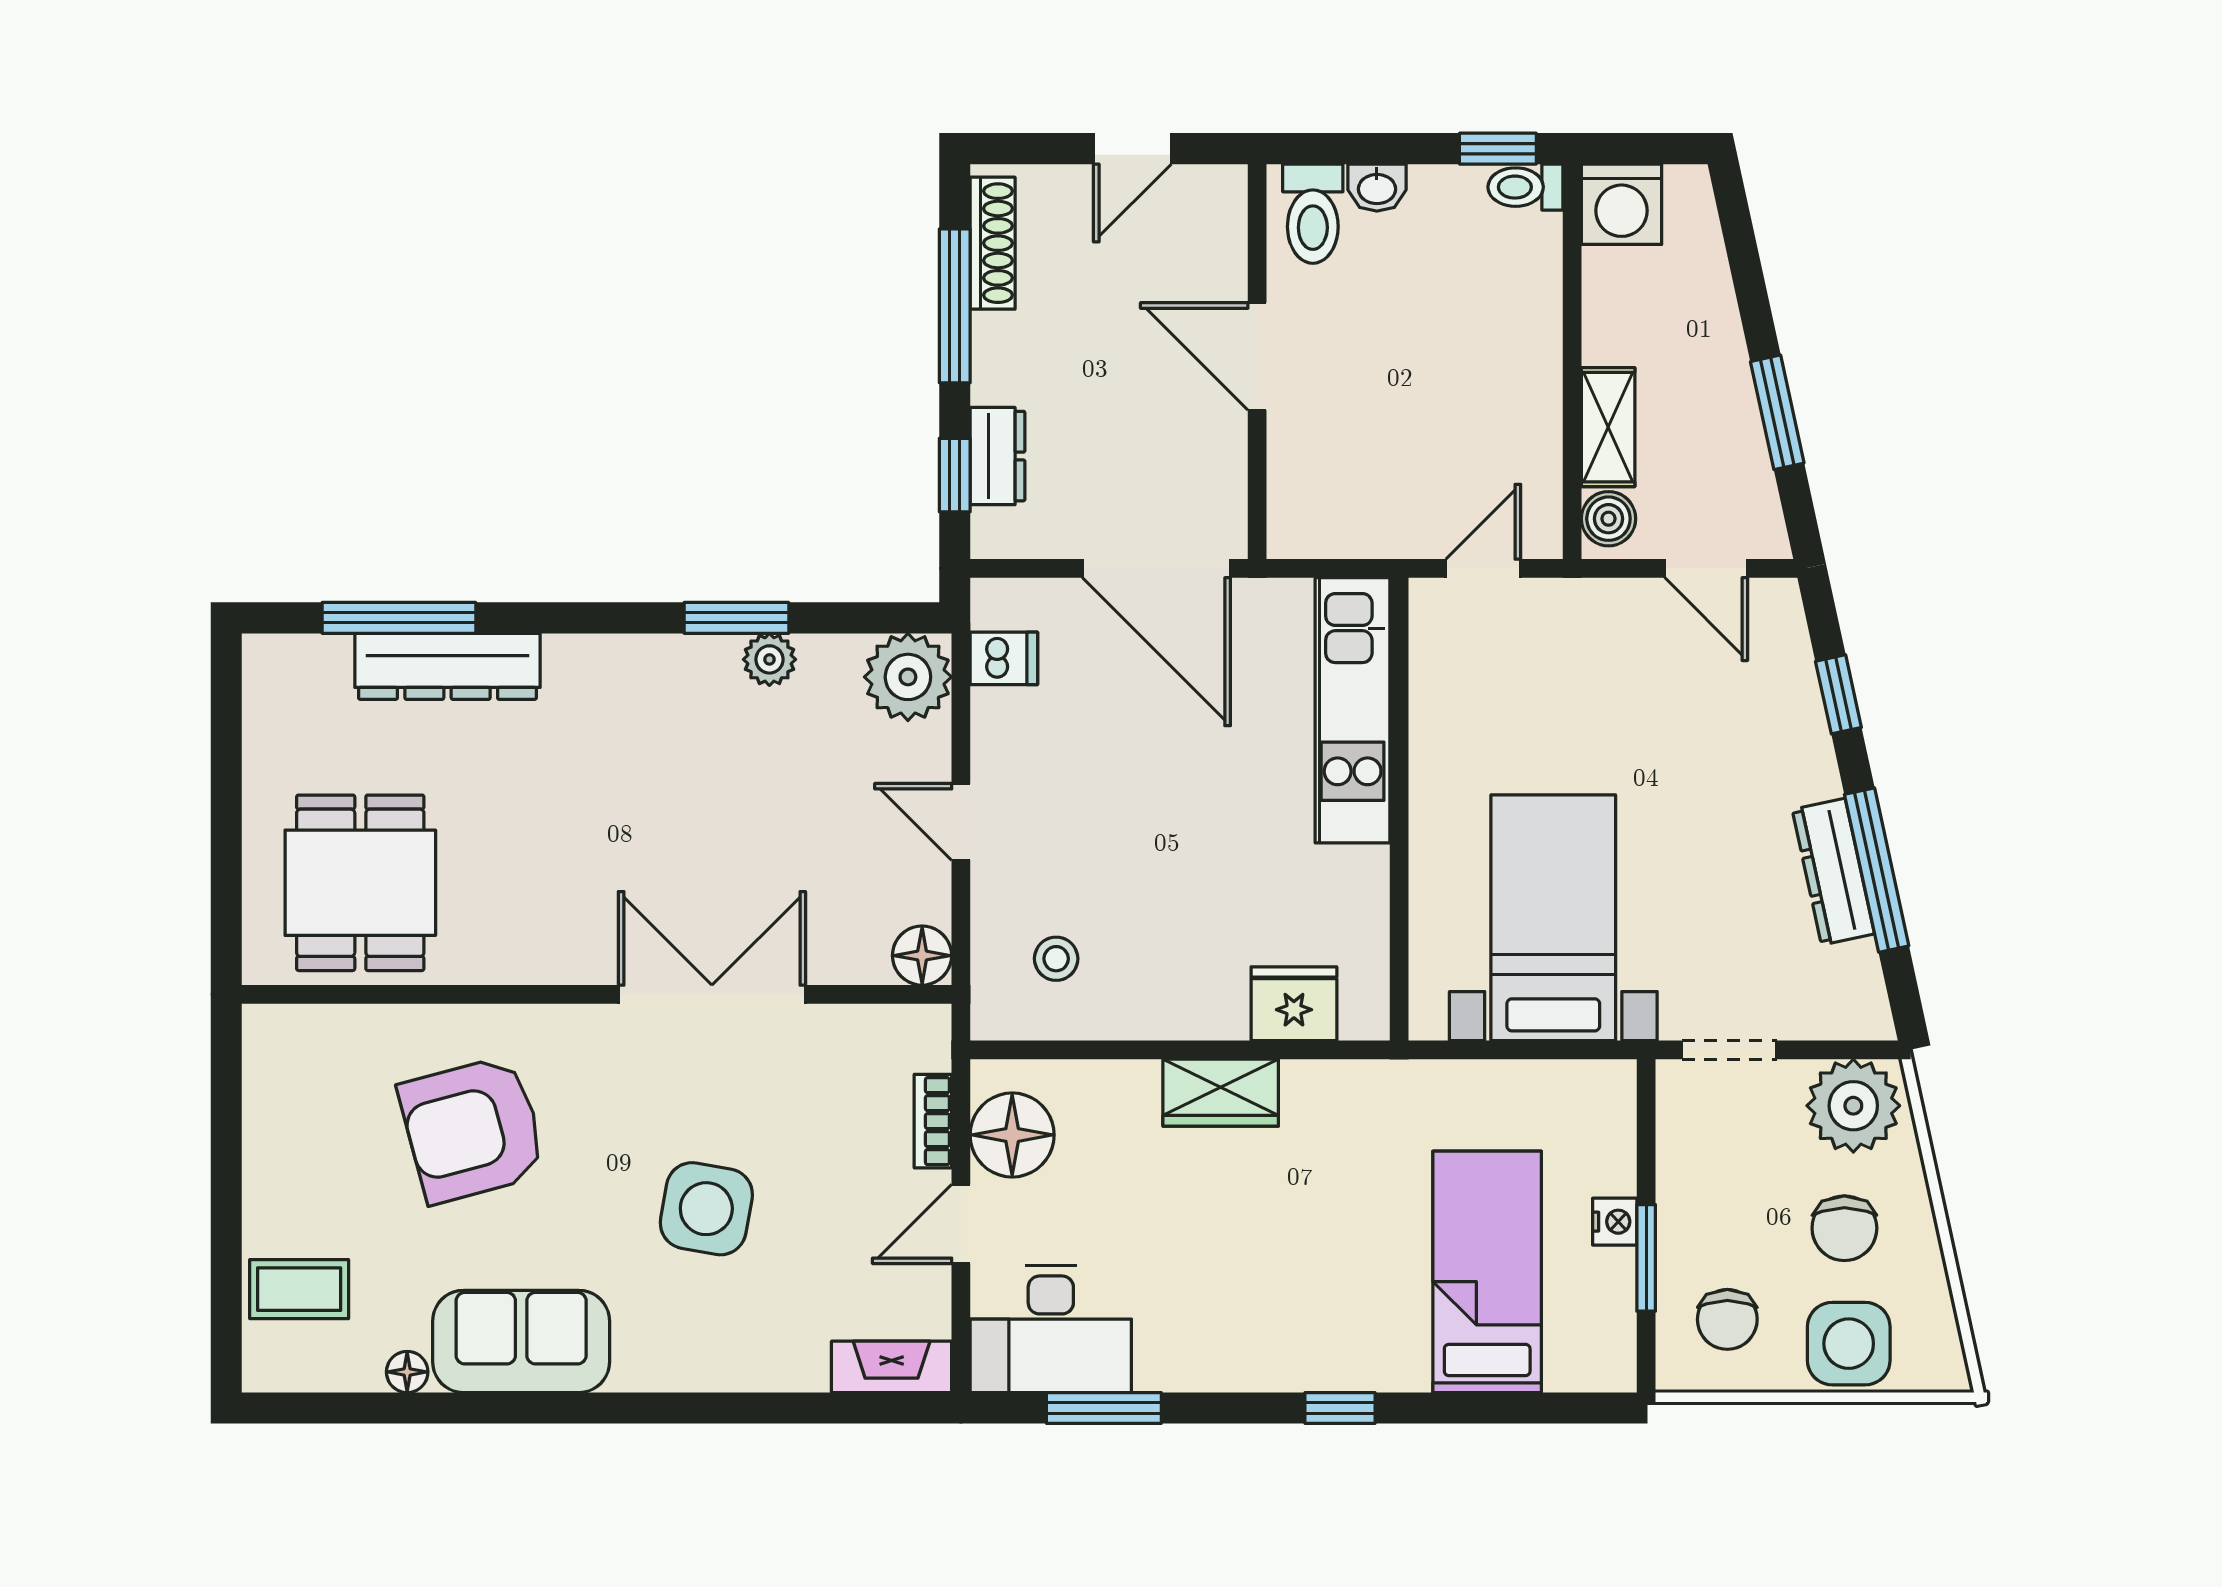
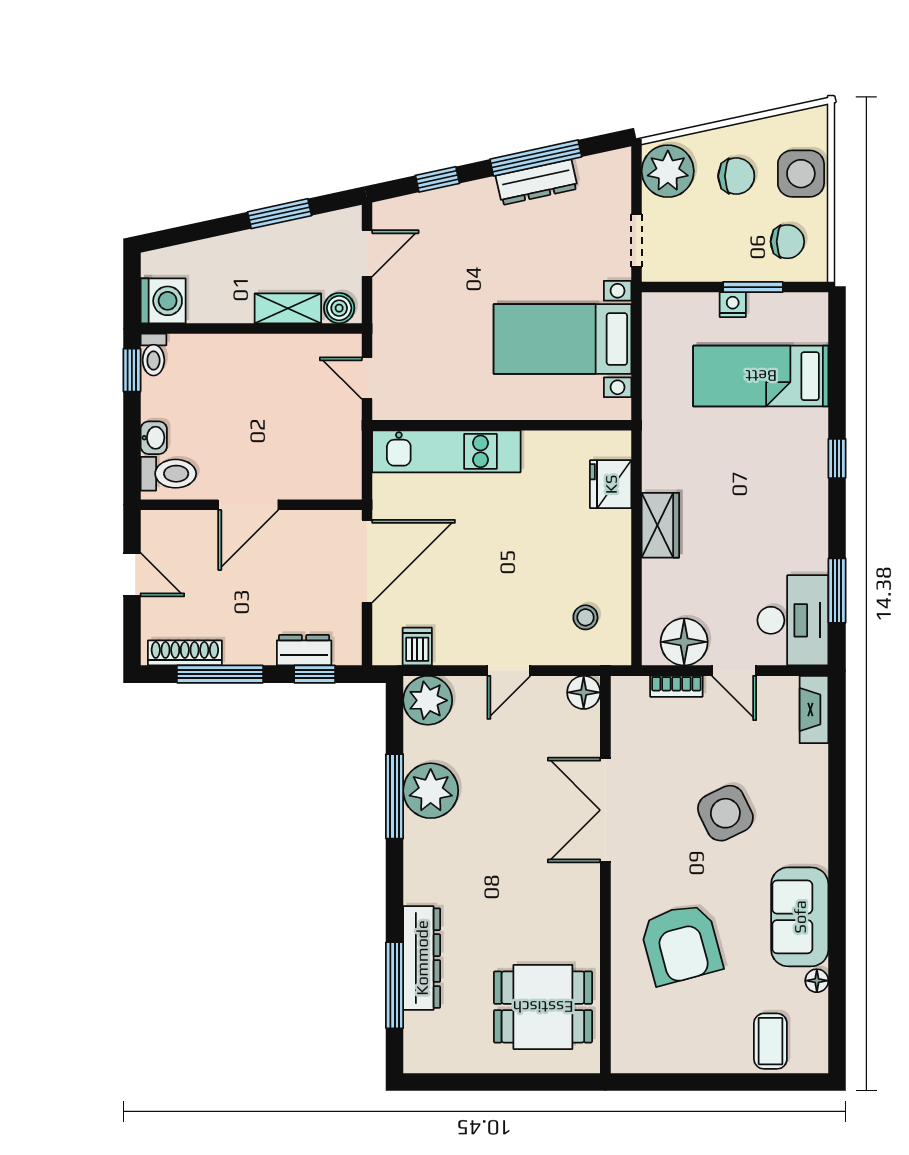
window: (736, 618) -> (395, 796), width x1.44
plant: (769, 659) -> (431, 791), width x1.88, depth x1.88
side table: (706, 1209) -> (725, 813), turned -36

